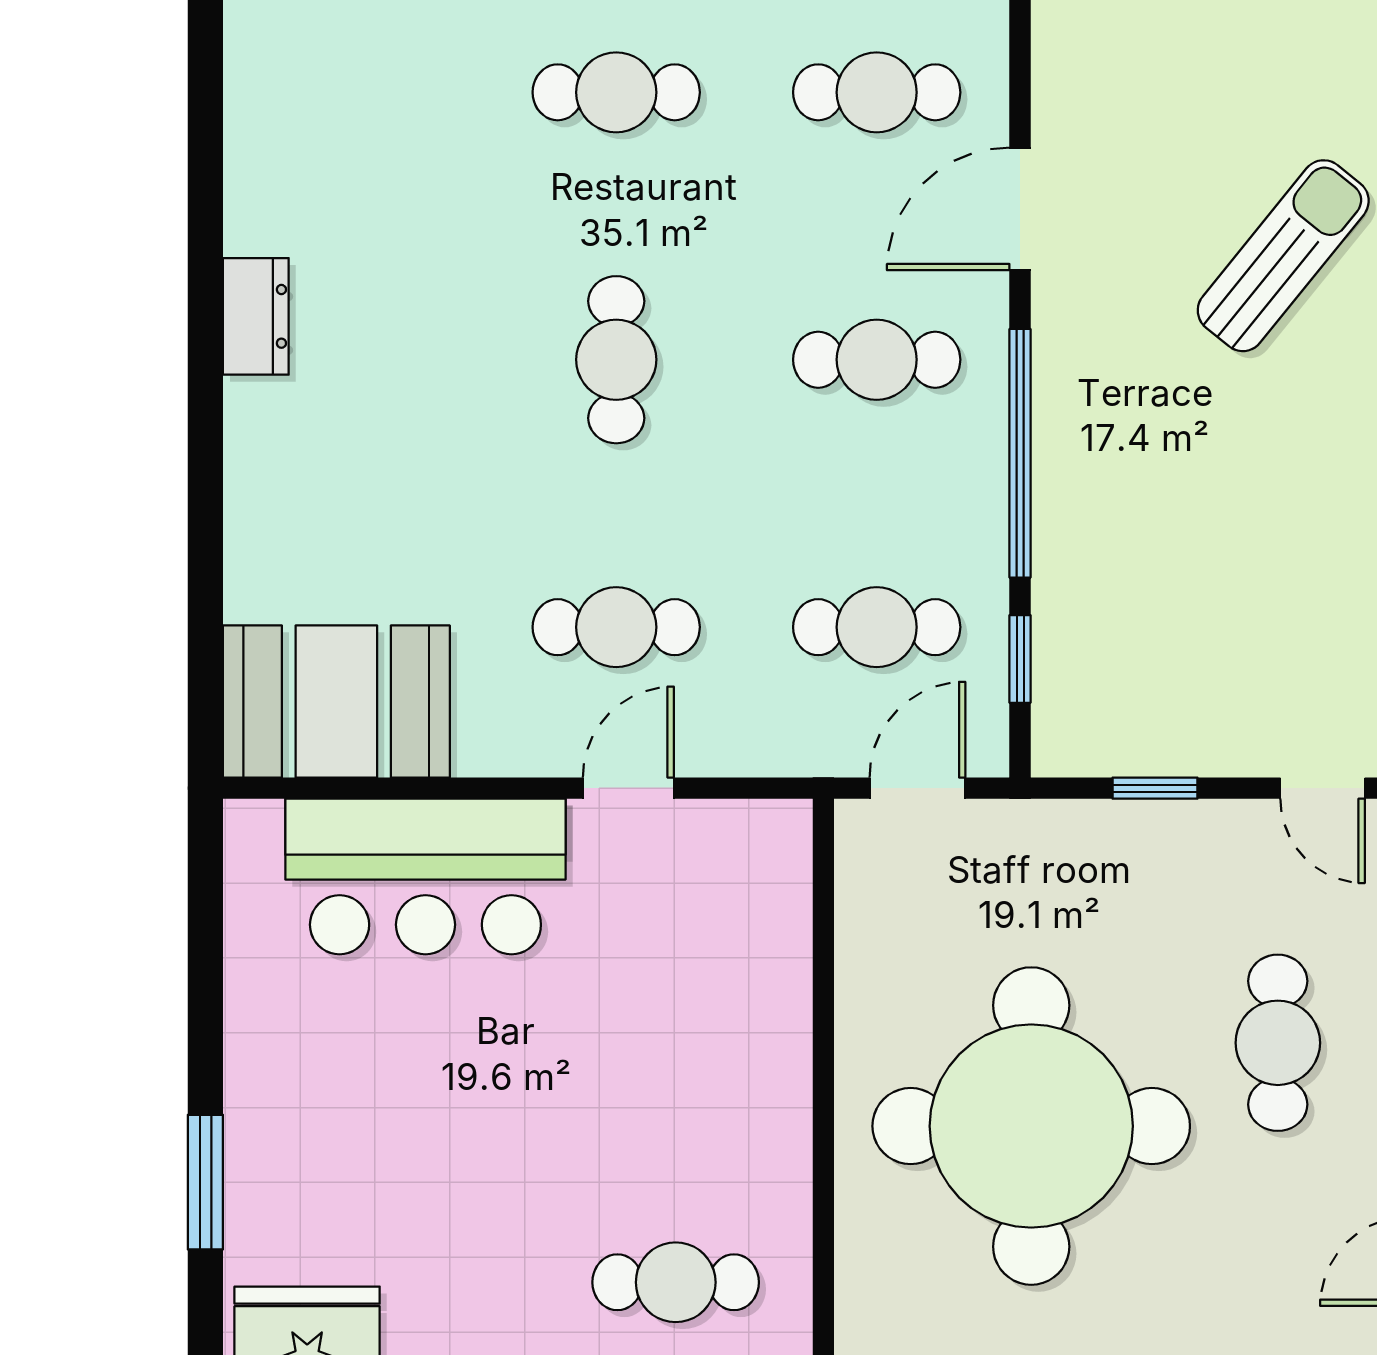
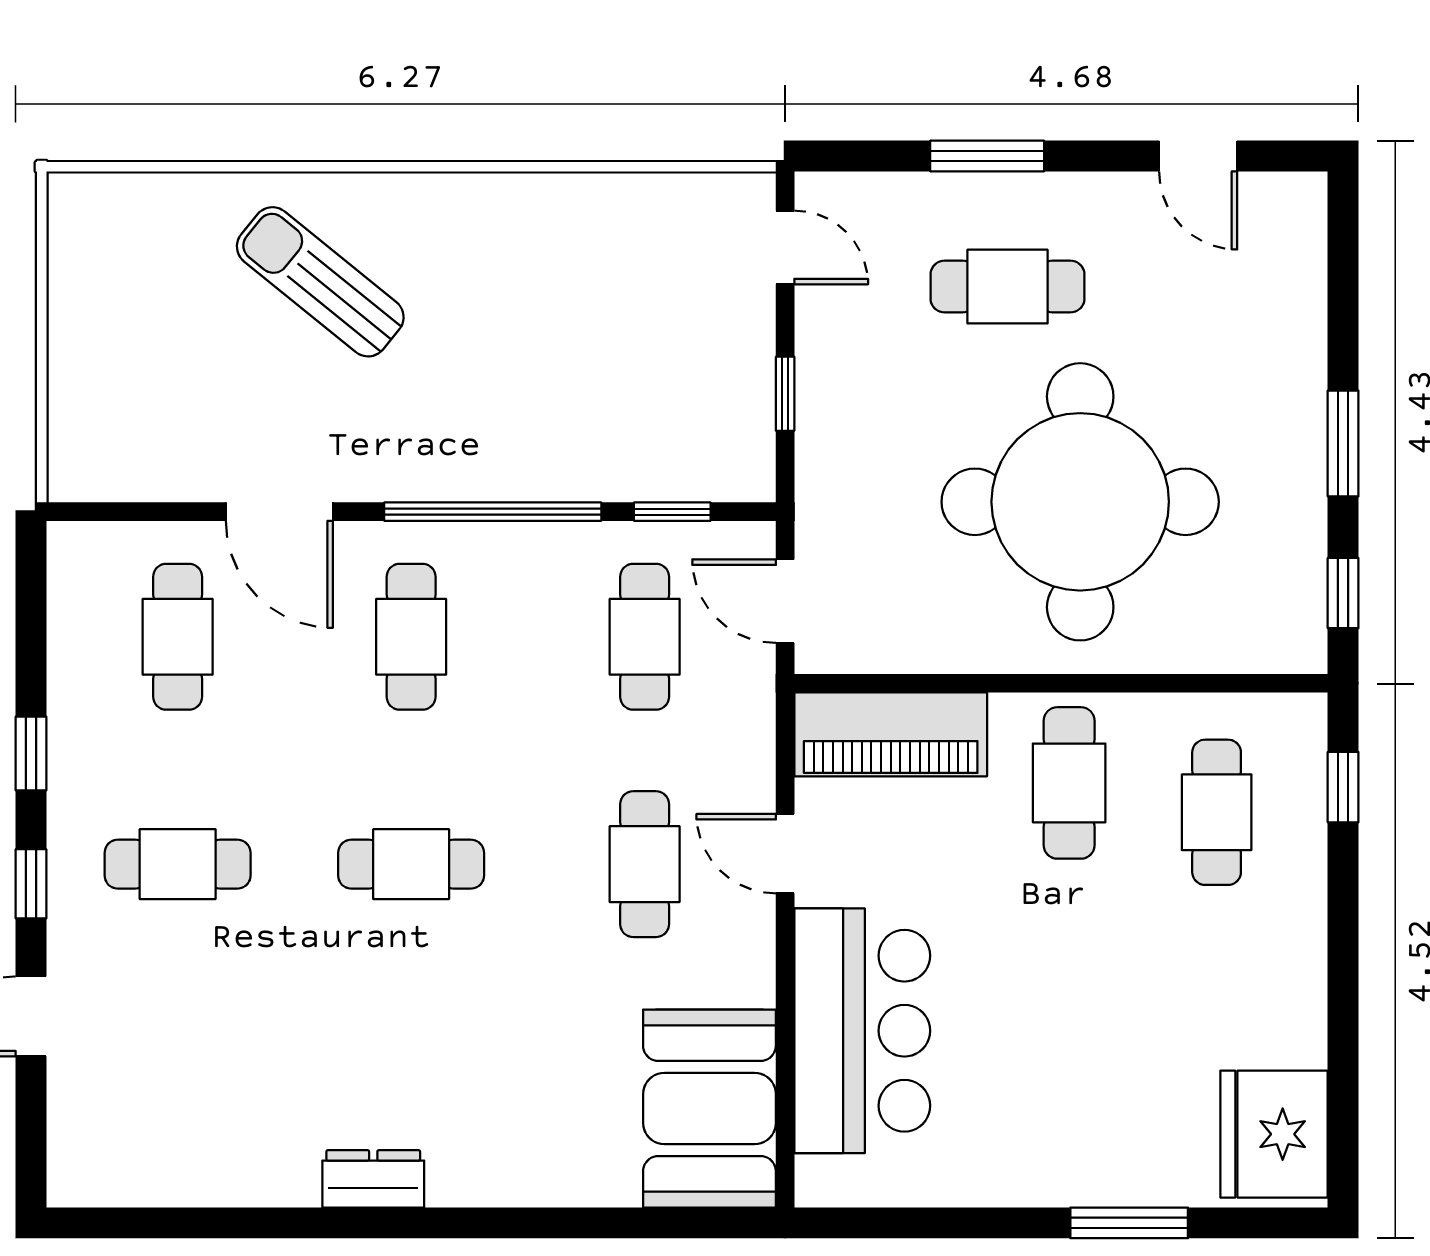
cafe table: (616, 92) -> (178, 864), turned 90
door: (1323, 788) -> (785, 247), hinge flipped
piano: (765, 909) -> (891, 734), added
cafe table: (709, 1113) -> (1069, 783), added

